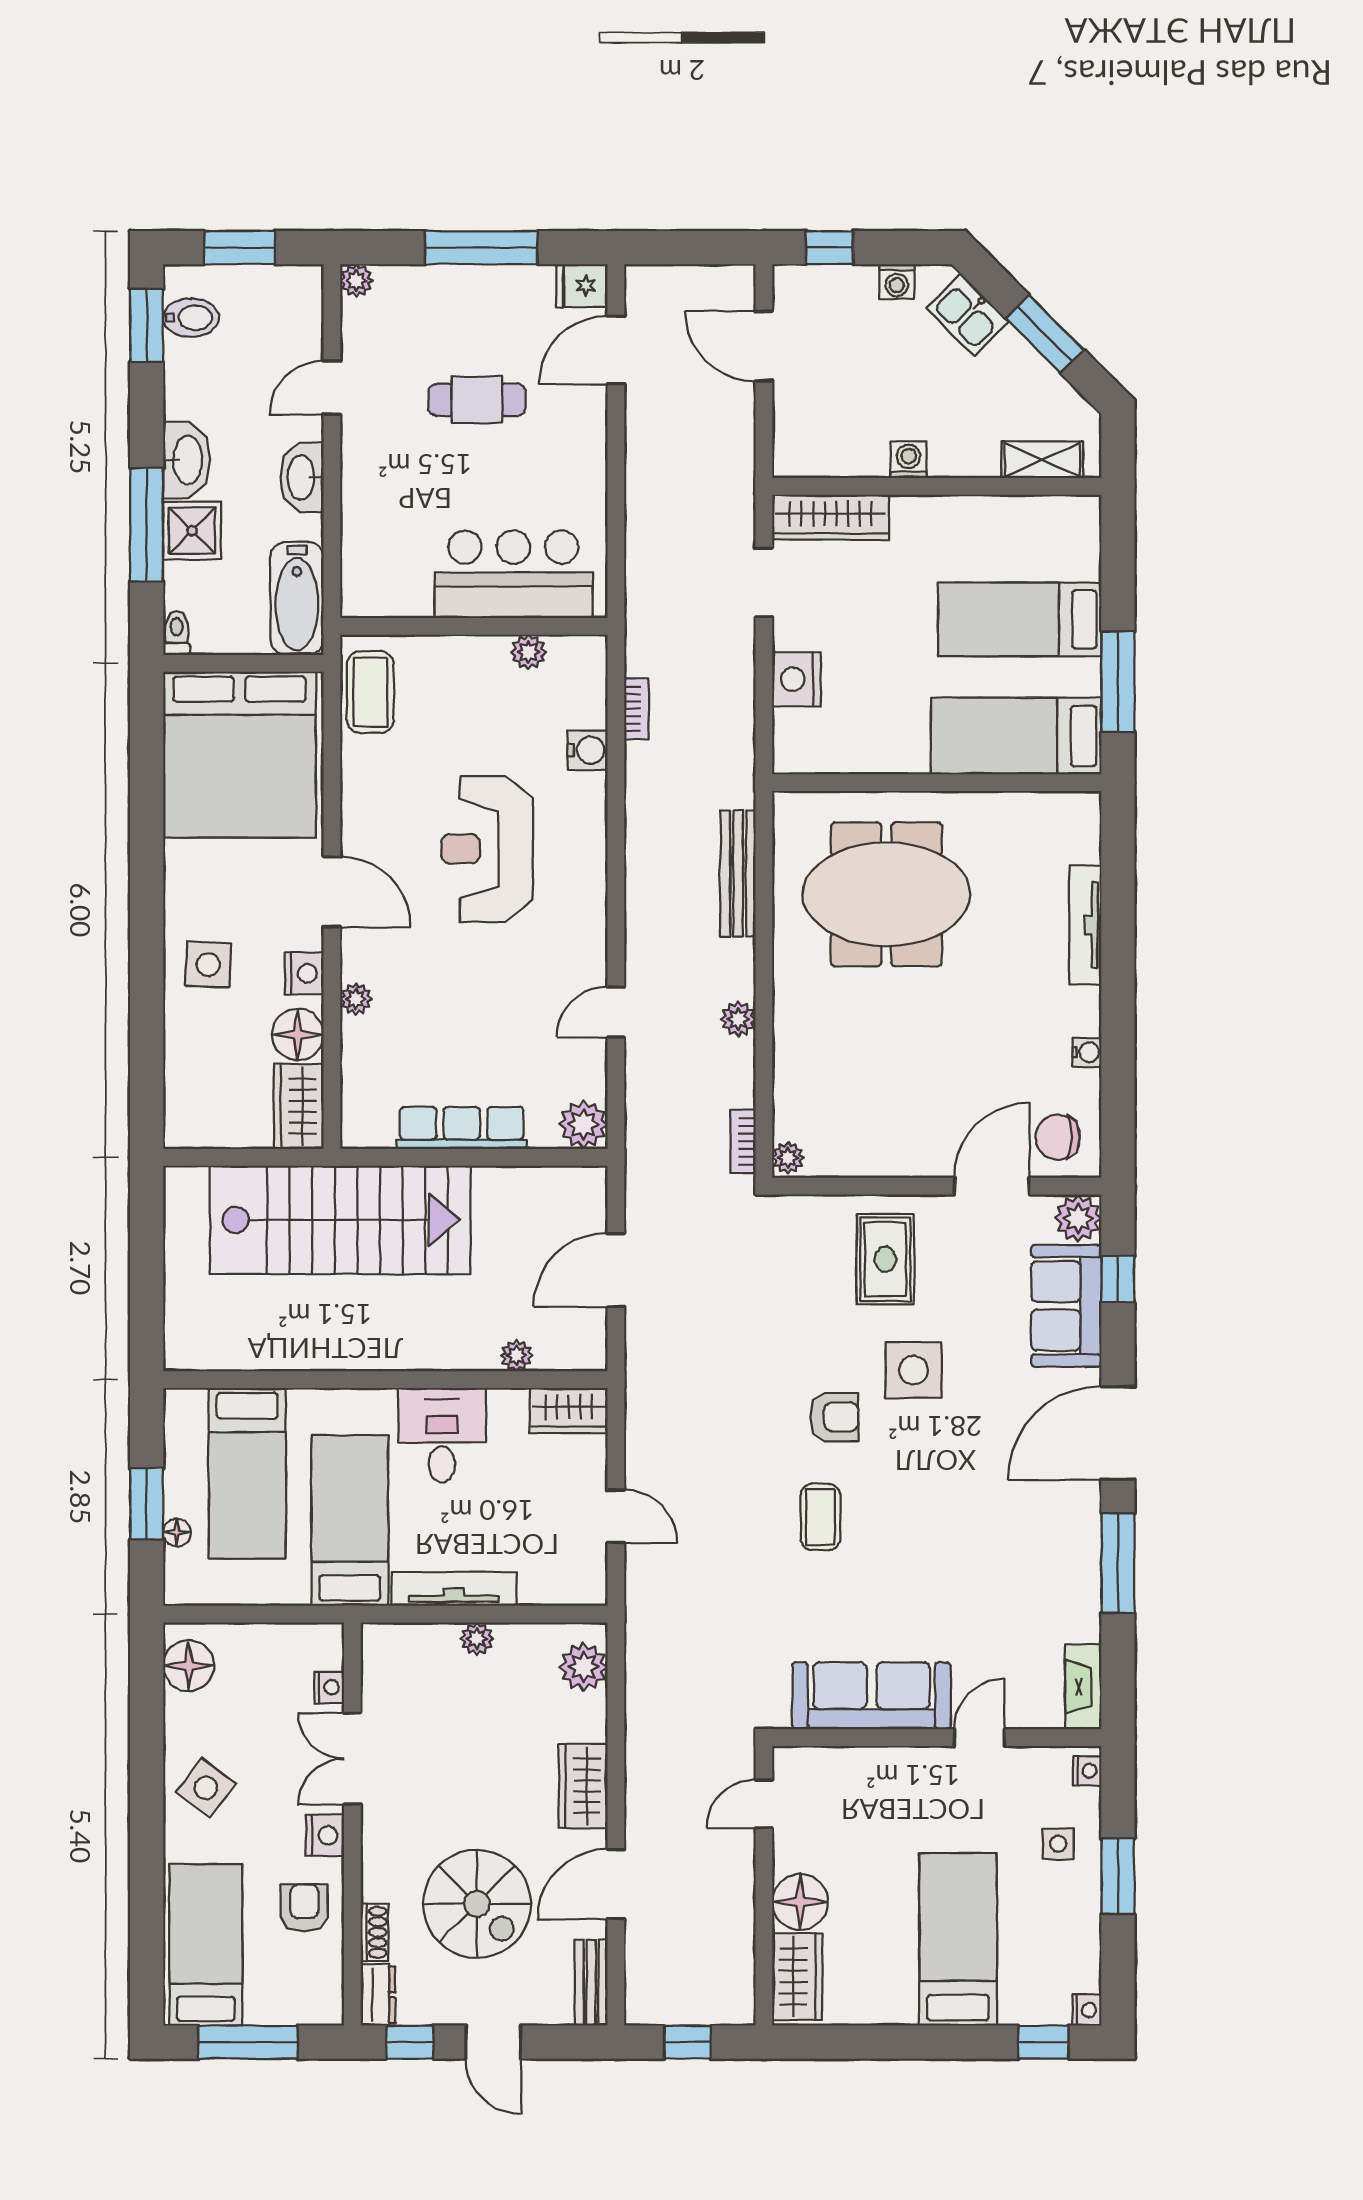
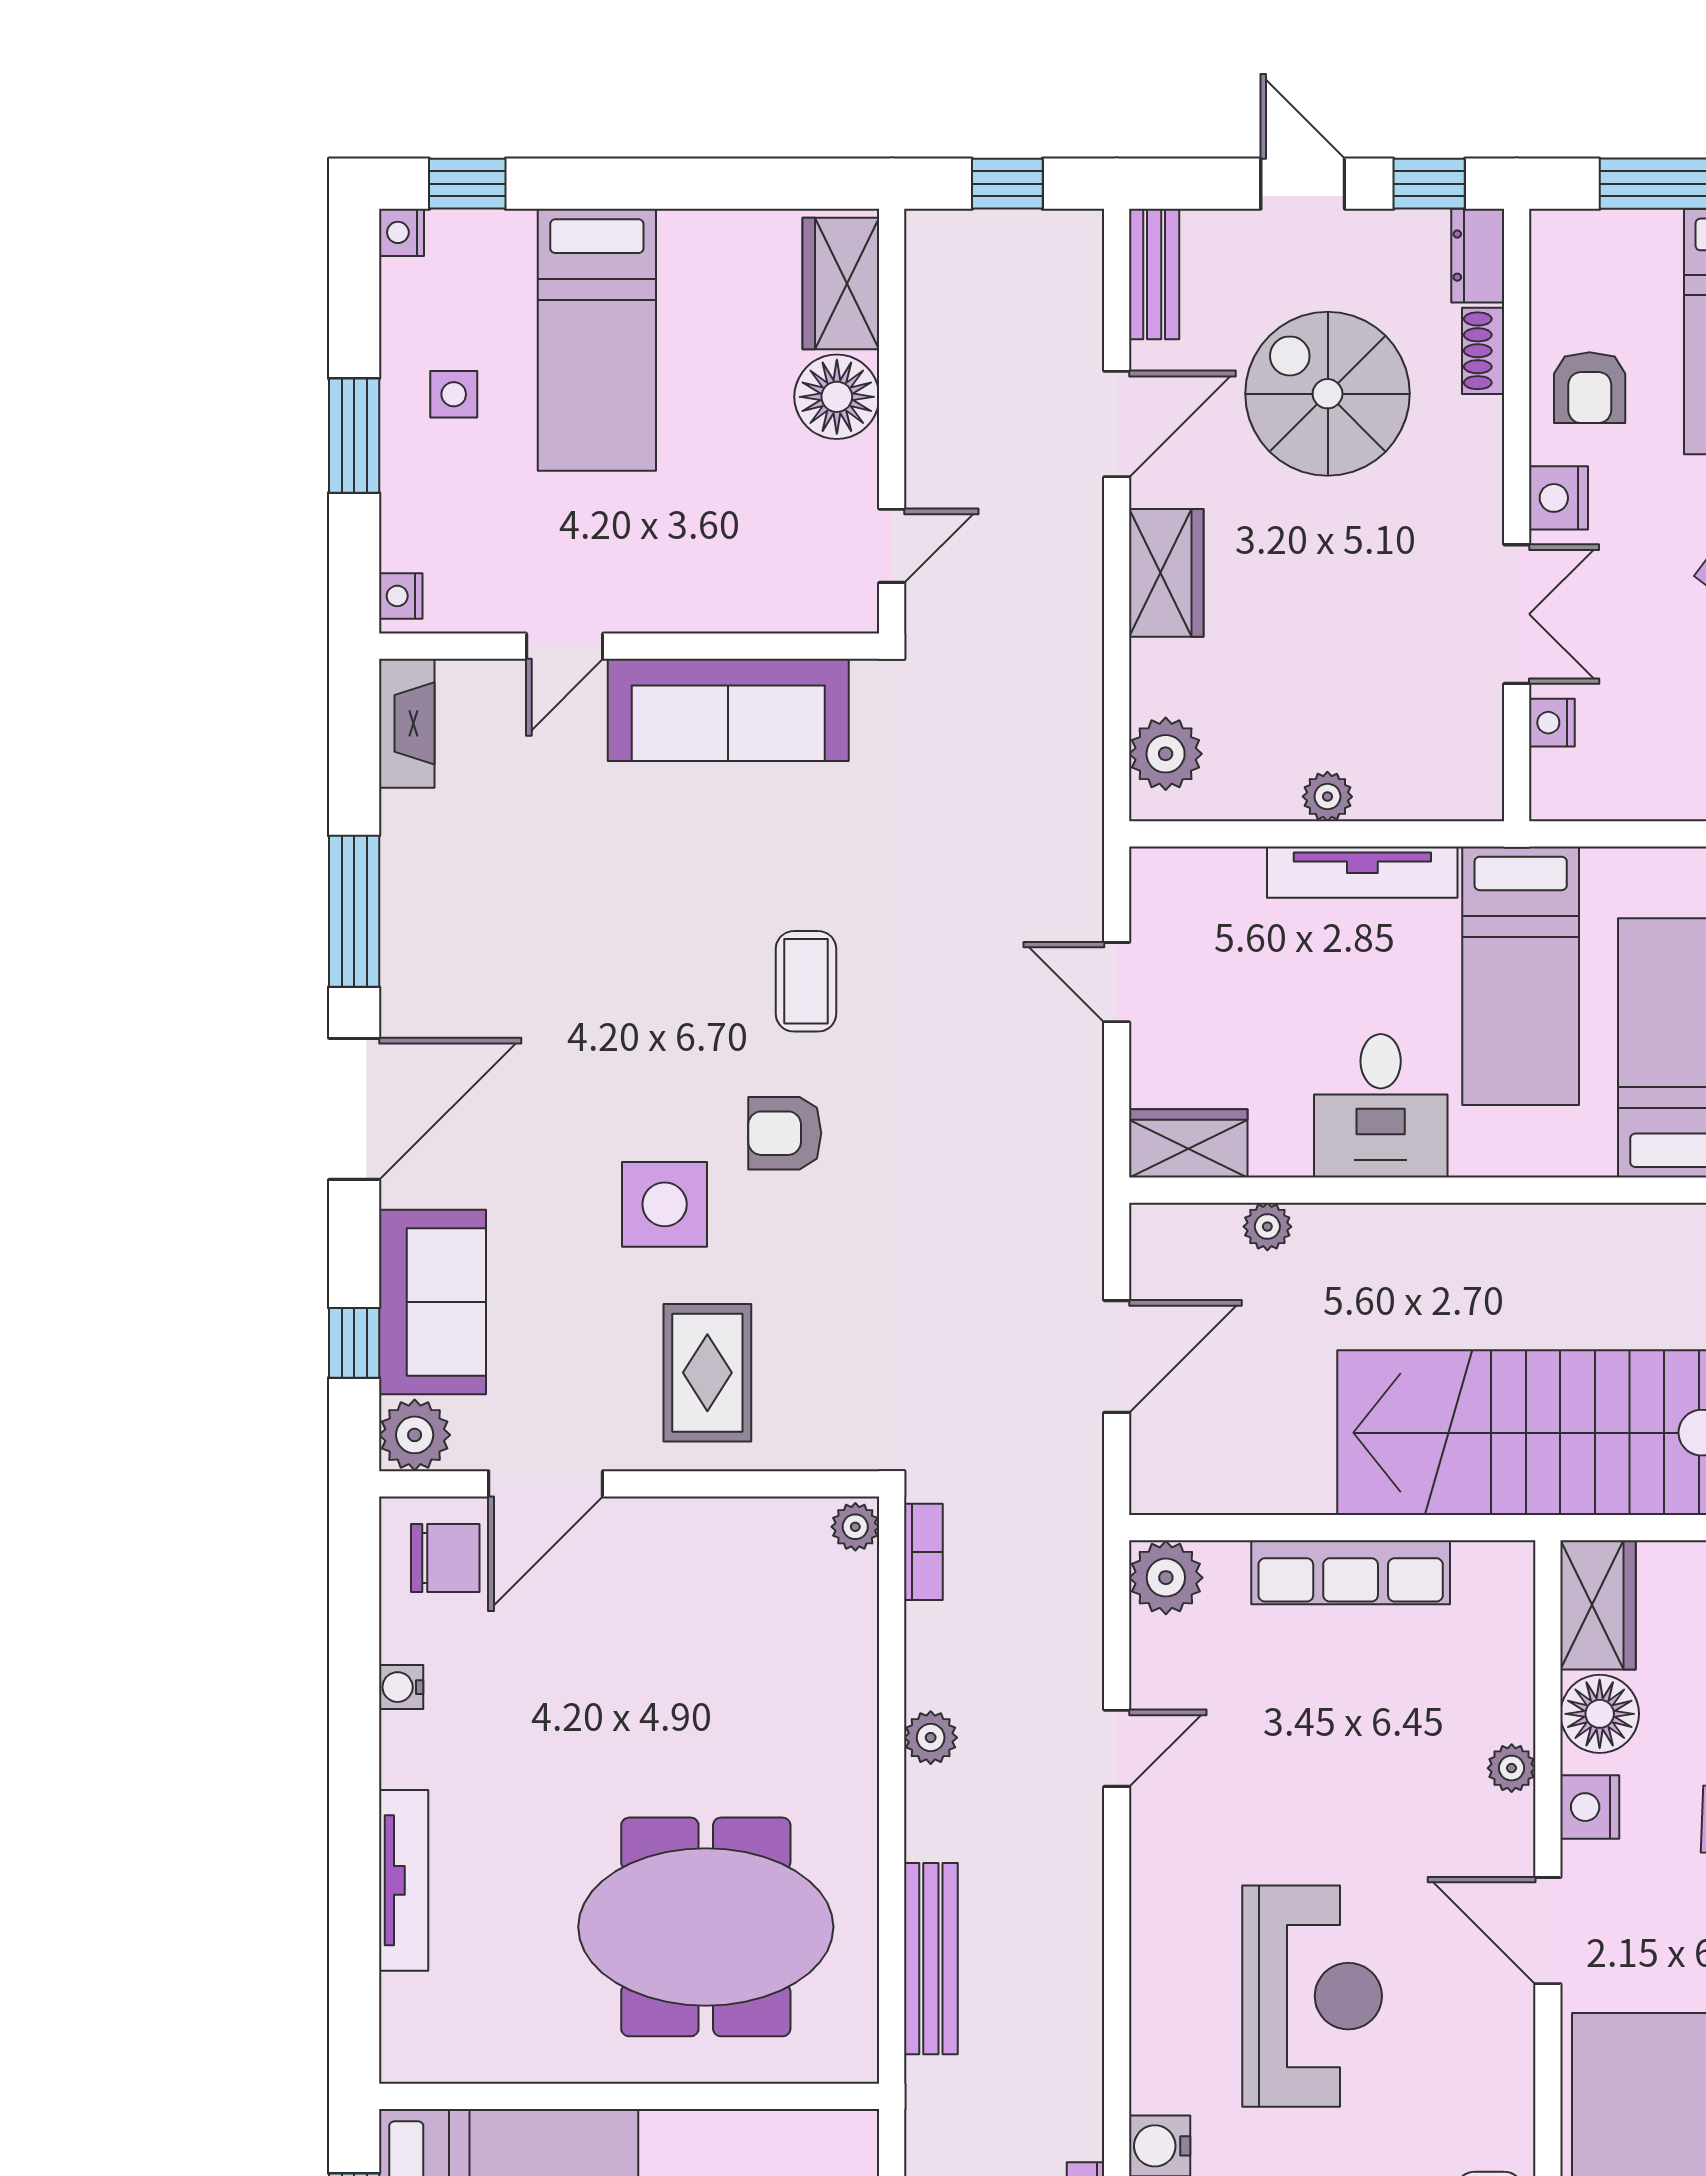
side table: (1058, 1844) -> (454, 394), moved

